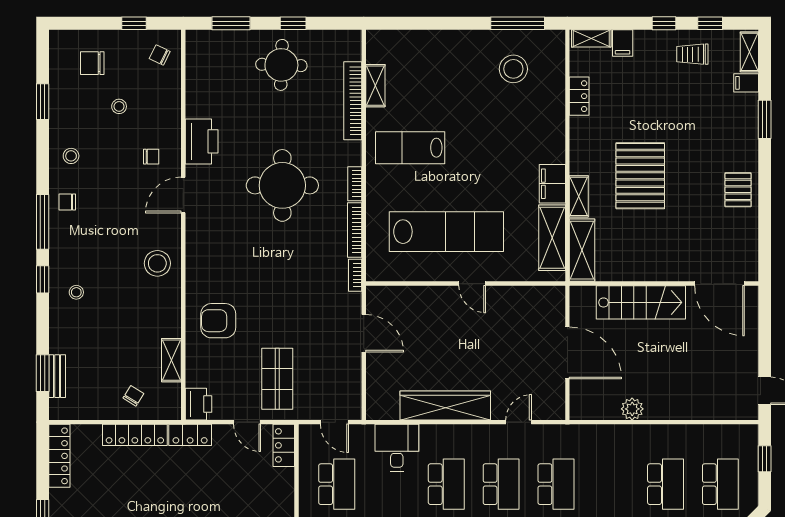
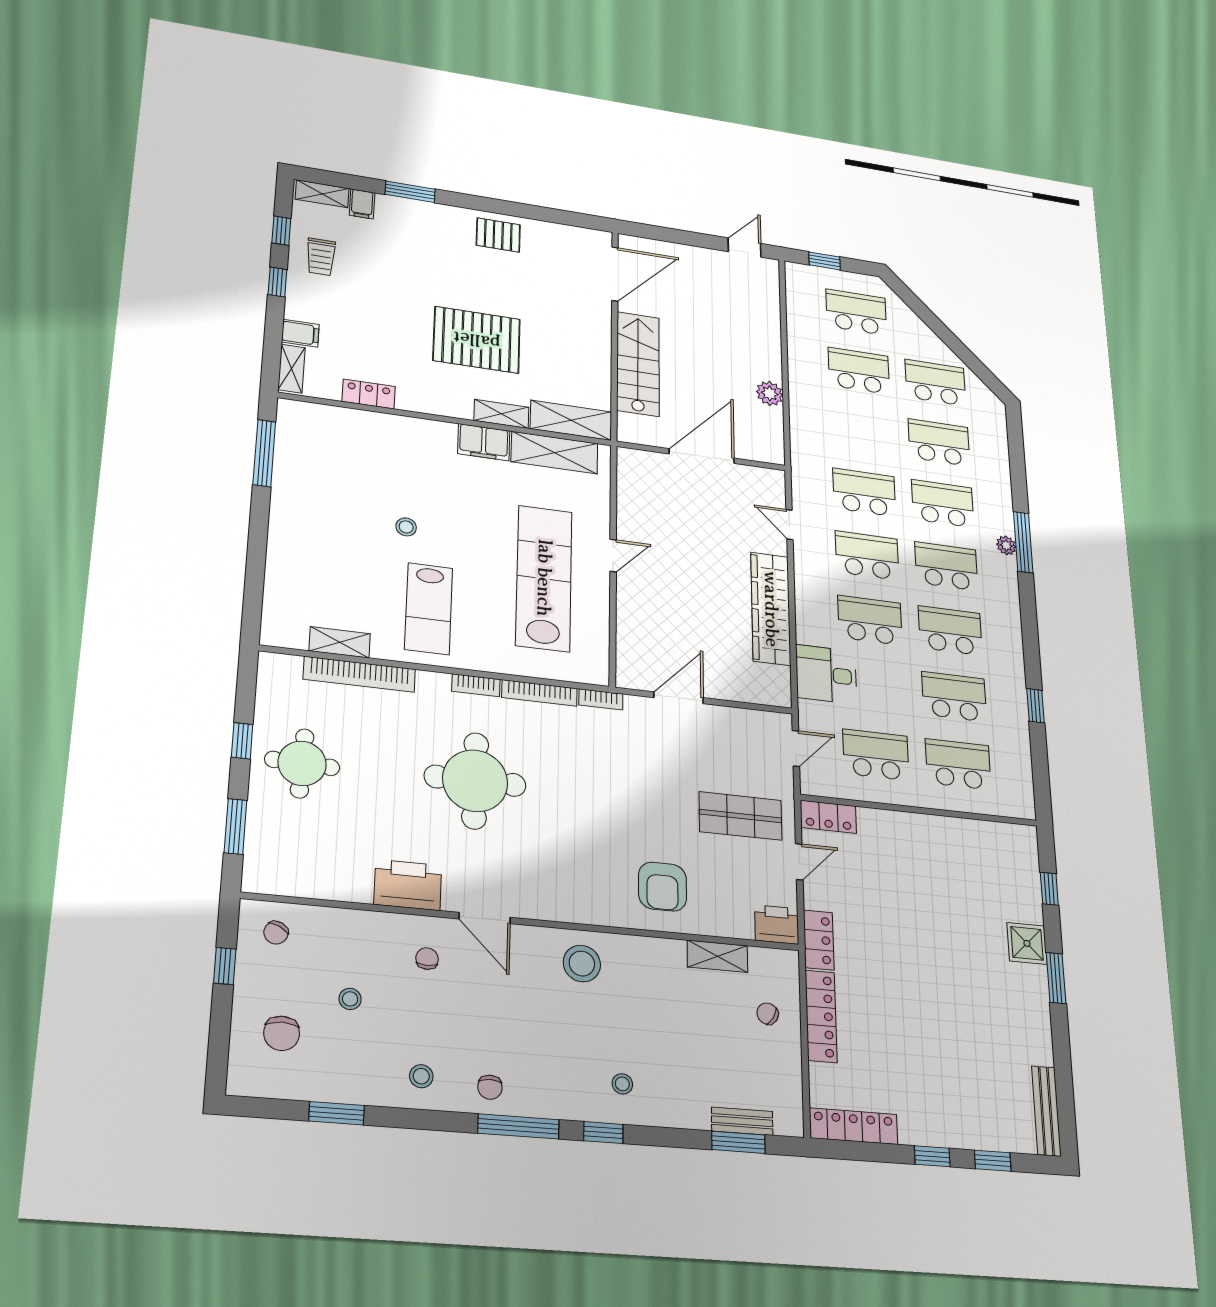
stool: (513, 69) -> (406, 527), moved, width x0.53, depth x0.53

